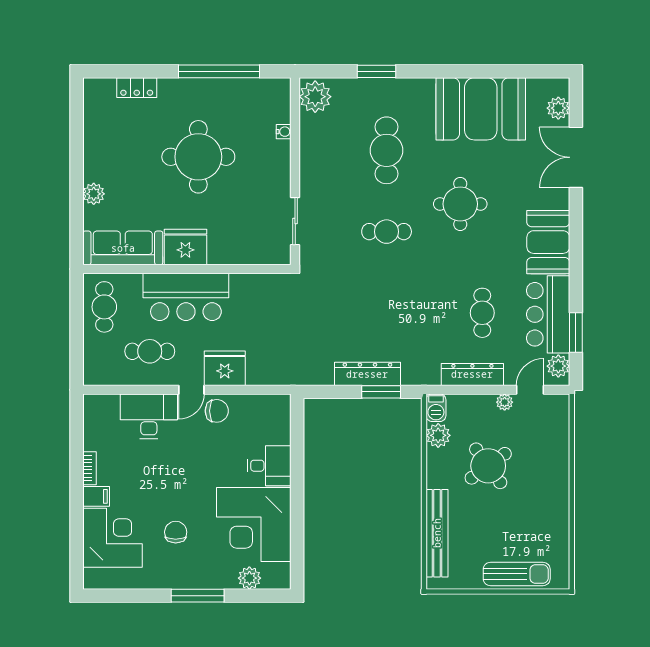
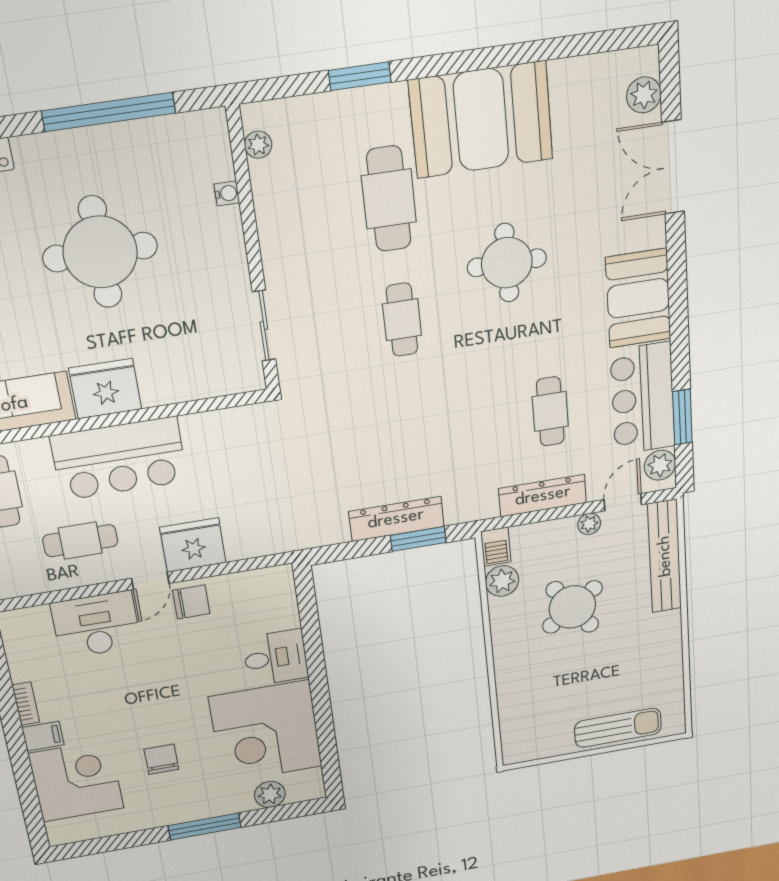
plant: (315, 97) -> (258, 145), width x0.53, depth x0.53
booth: (481, 109) -> (481, 120), moved
cafe table: (387, 232) -> (402, 320), turned 90
bench: (437, 533) -> (665, 556), moved

